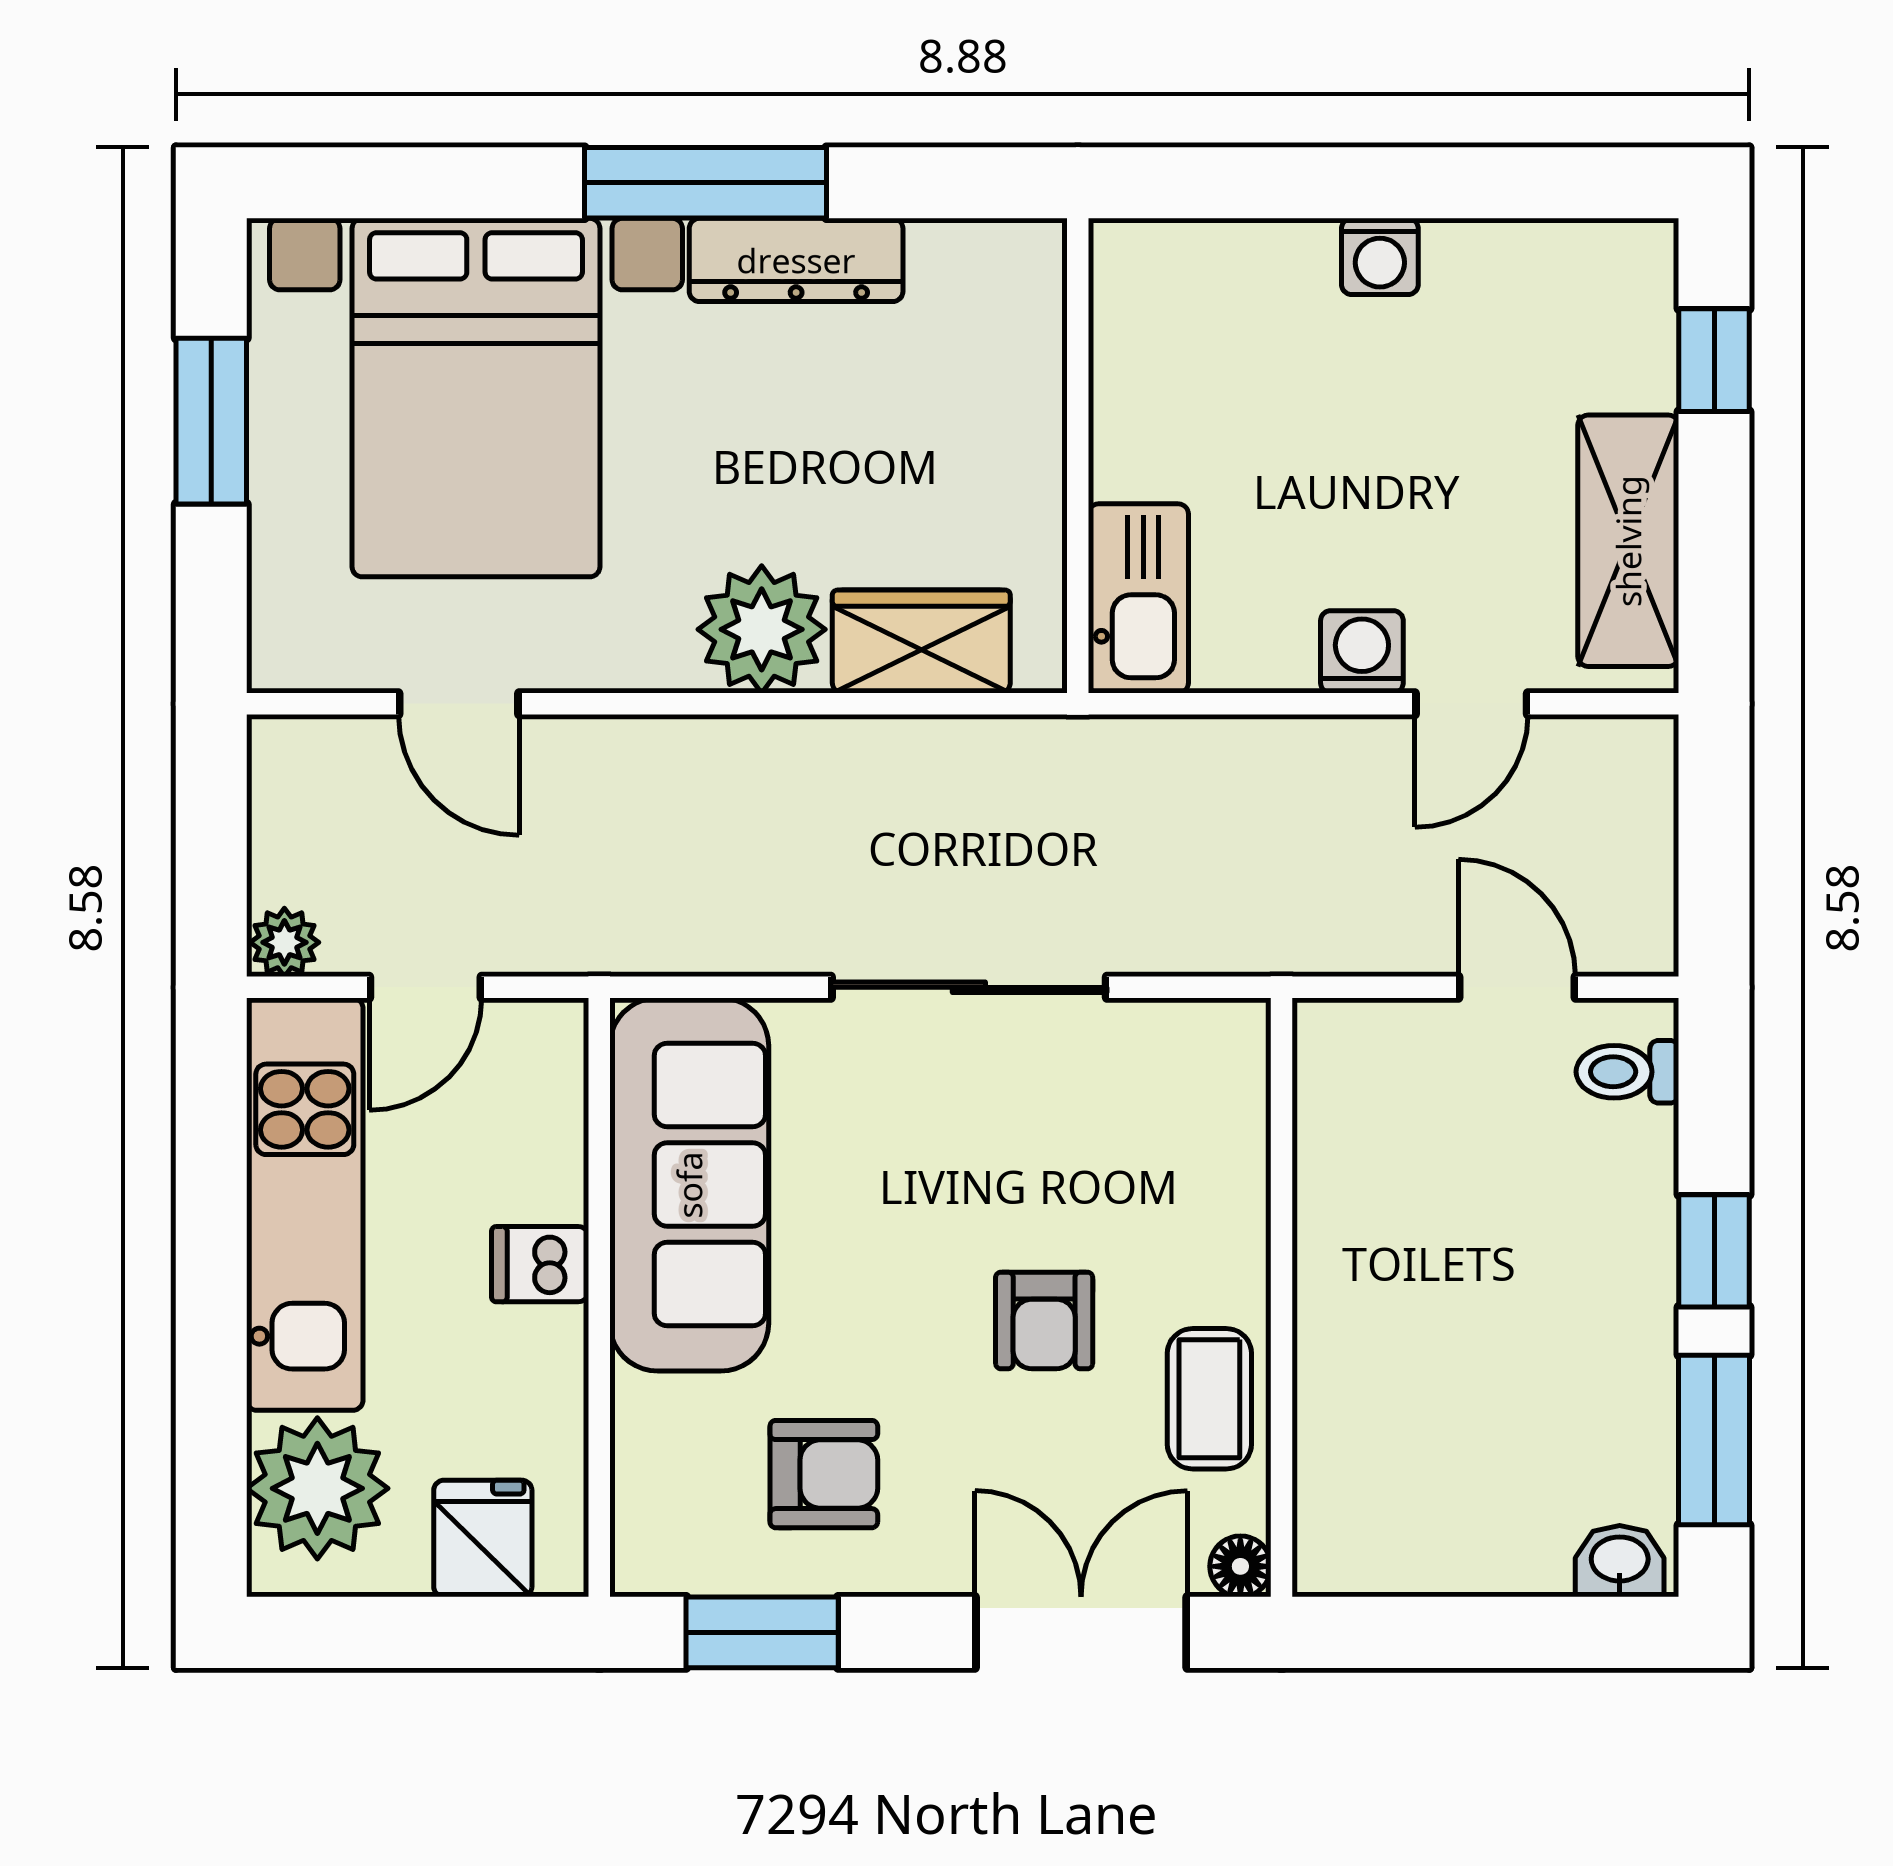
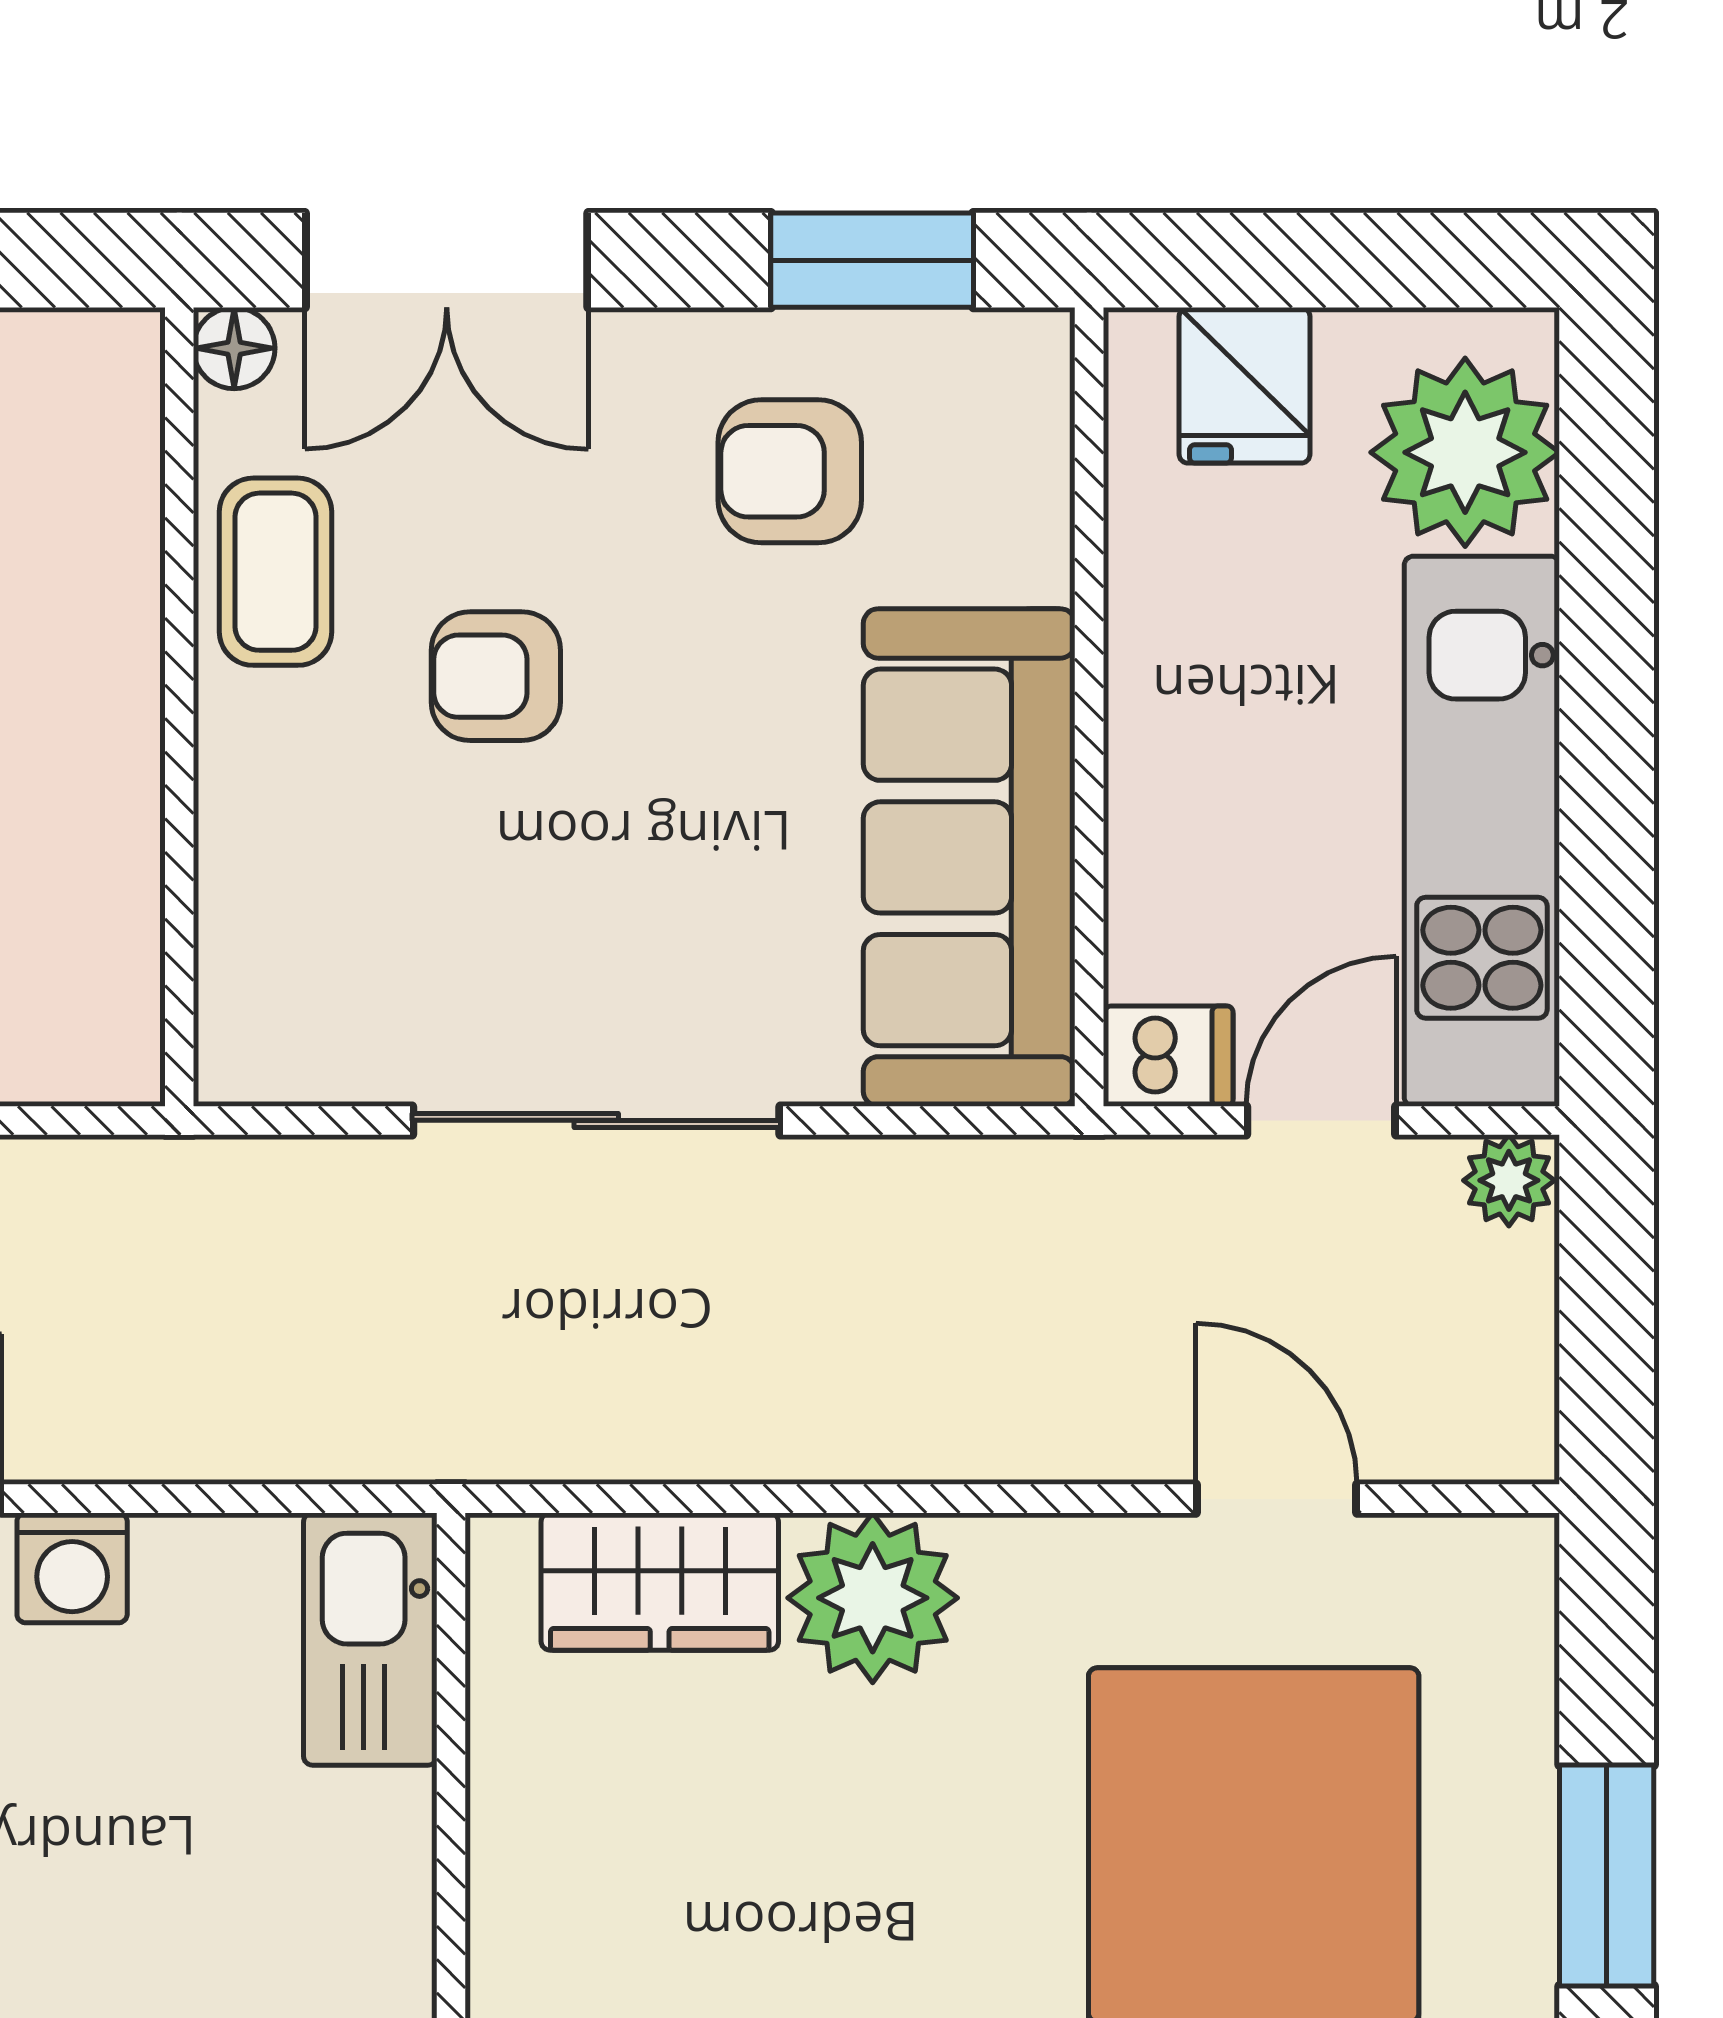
dishwasher: (540, 1264) -> (1168, 1056), moved
armchair: (1044, 1320) -> (496, 676), turned -90

